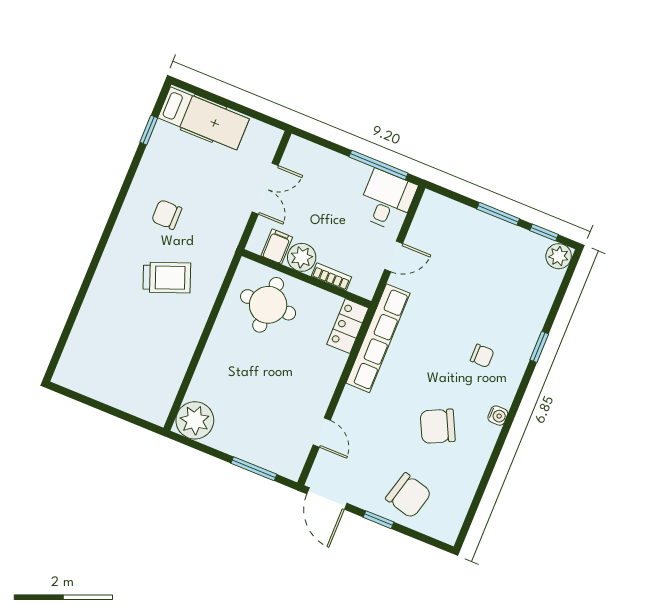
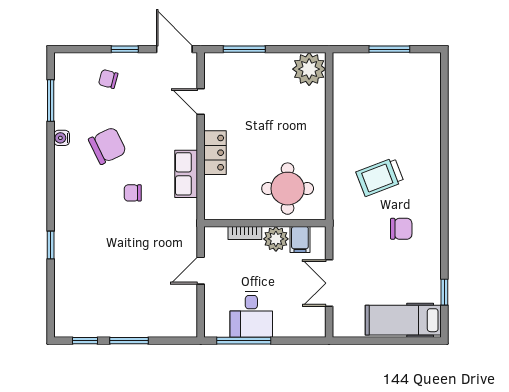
desk: (387, 200) -> (251, 314), moved
plant: (559, 256) -> (65, 326), removed
locker: (348, 326) -> (215, 153), moved
row of seats: (378, 338) -> (186, 174), width x0.50
chair: (482, 356) -> (133, 193), moved
window: (103, 407) -> (389, 49), added
water cooler: (498, 416) -> (62, 138), moved
chair: (409, 496) -> (108, 79), width x0.54, depth x0.54
window: (478, 498) -> (51, 100), added

